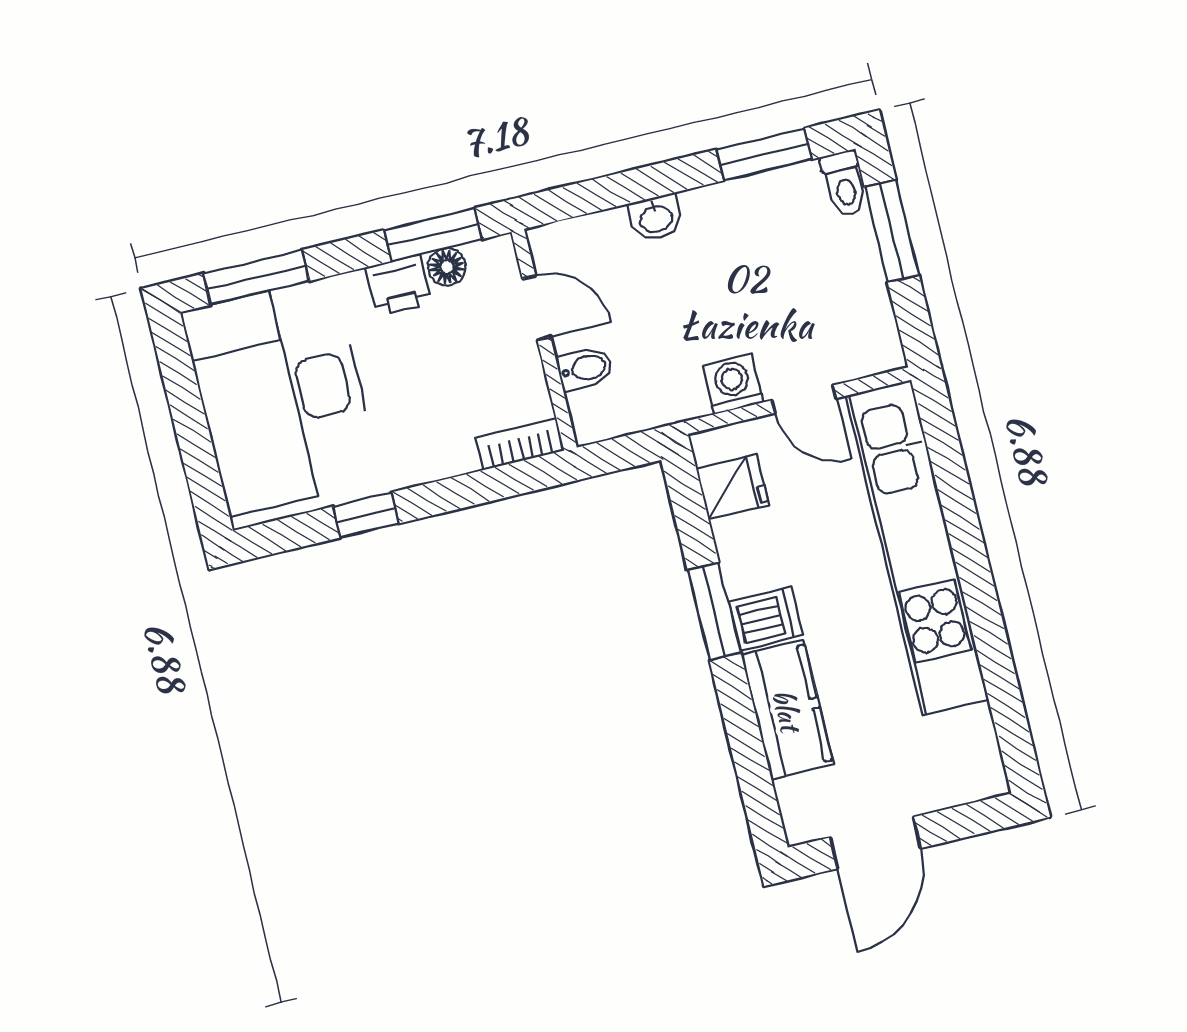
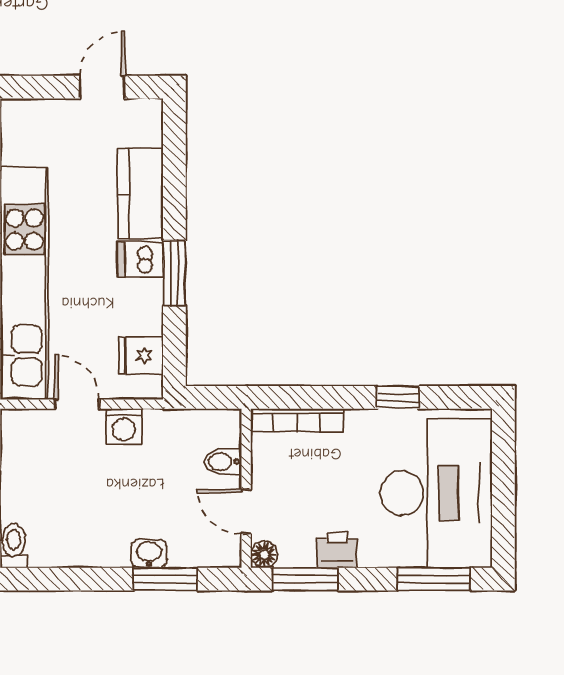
window: (764, 154) -> (165, 579), moved
floor lamp: (447, 267) -> (264, 555), moved
bookcase: (520, 444) -> (297, 420), width x1.56
door: (875, 843) -> (102, 87), width x0.73

